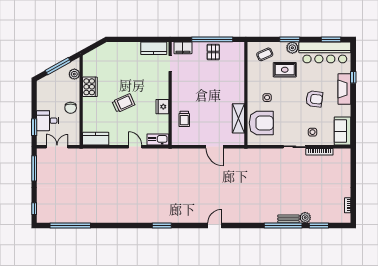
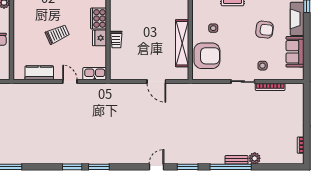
cooker: (90, 87) -> (99, 18), moved, turned 180
shelving: (238, 118) -> (182, 43), width x1.47
trolley: (184, 119) -> (116, 39), moved
sofa: (342, 131) -> (295, 52), moved
kitchen counter: (96, 139) -> (39, 73), moved
window: (137, 225) -> (72, 167), added
window: (319, 225) -> (188, 167), moved

